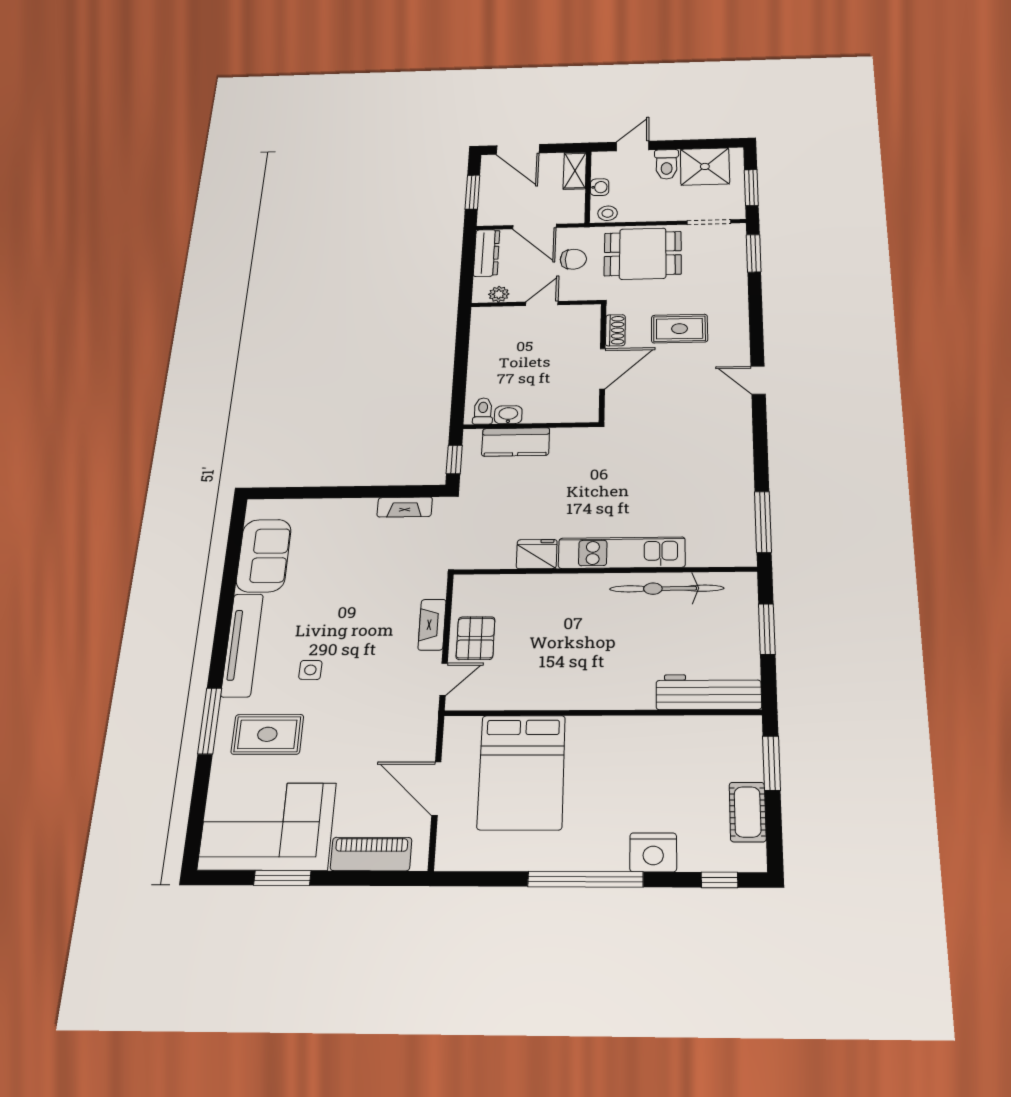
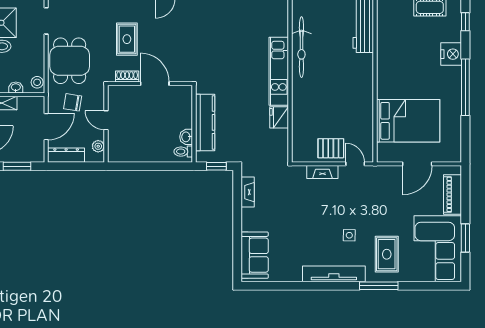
chair: (573, 259) -> (73, 102), turned -81
kitchen counter: (516, 442) -> (205, 122), width x1.50
sofa: (264, 556) -> (255, 255), moved, turned 90

